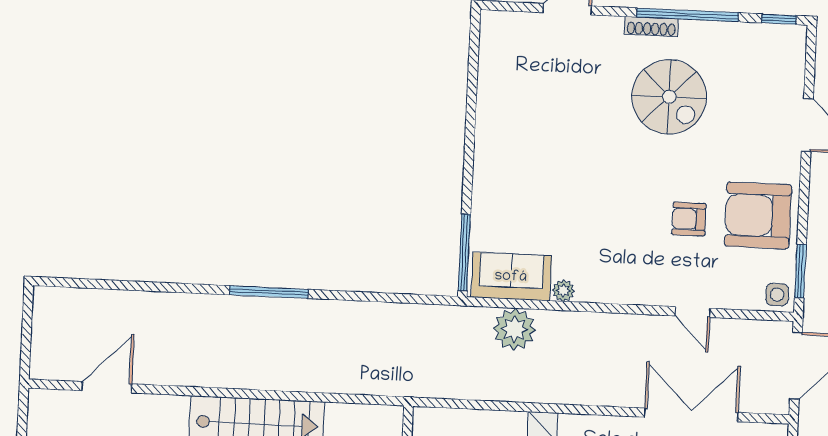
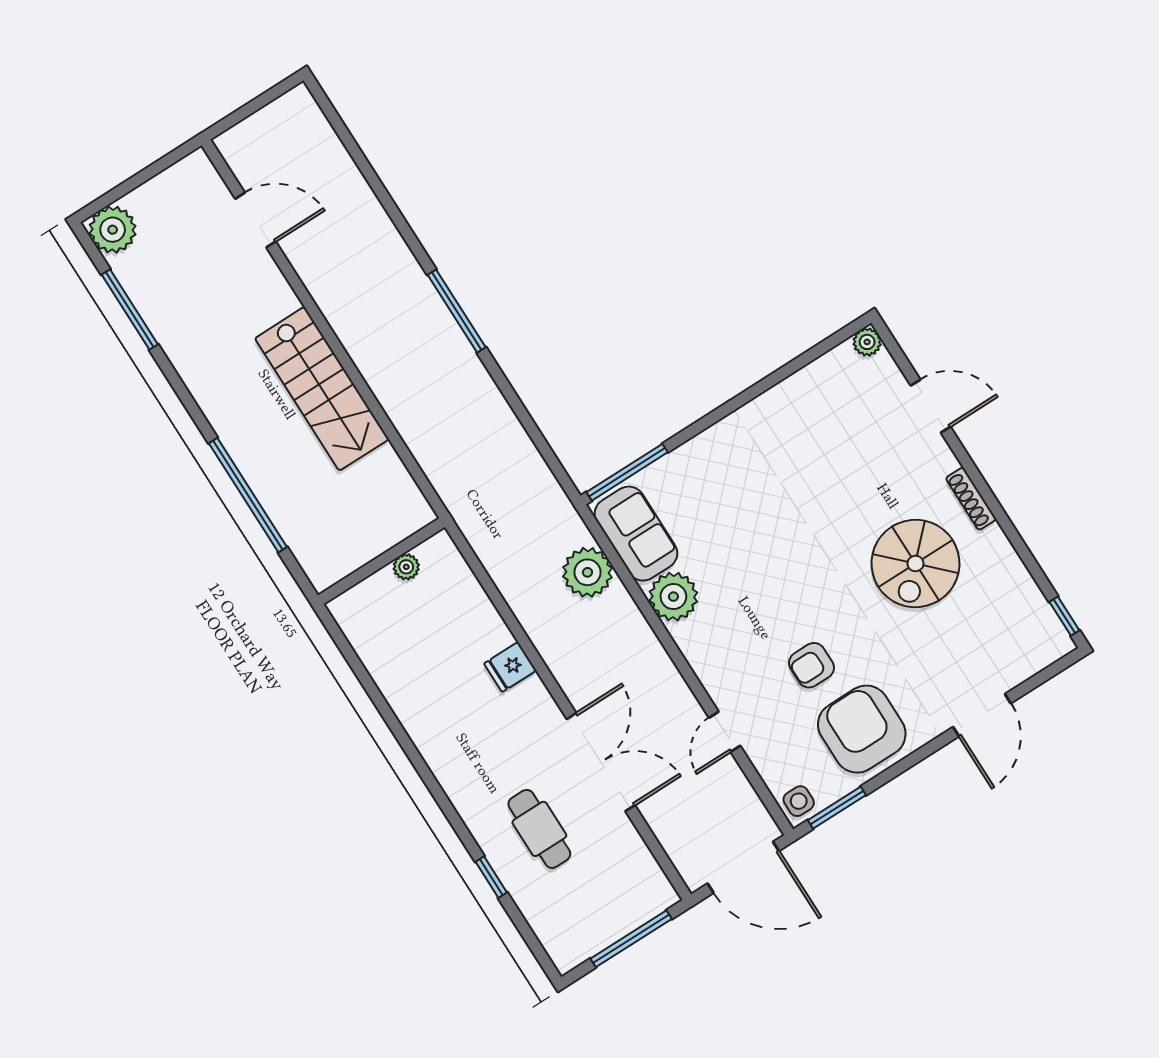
window: (688, 15) -> (1007, 526), removed
plant: (491, 22) -> (867, 342), added
armchair: (689, 219) -> (811, 665), turned -90
plant: (563, 291) -> (673, 597), width x1.88, depth x1.88
double door: (691, 415) -> (601, 762), moved

